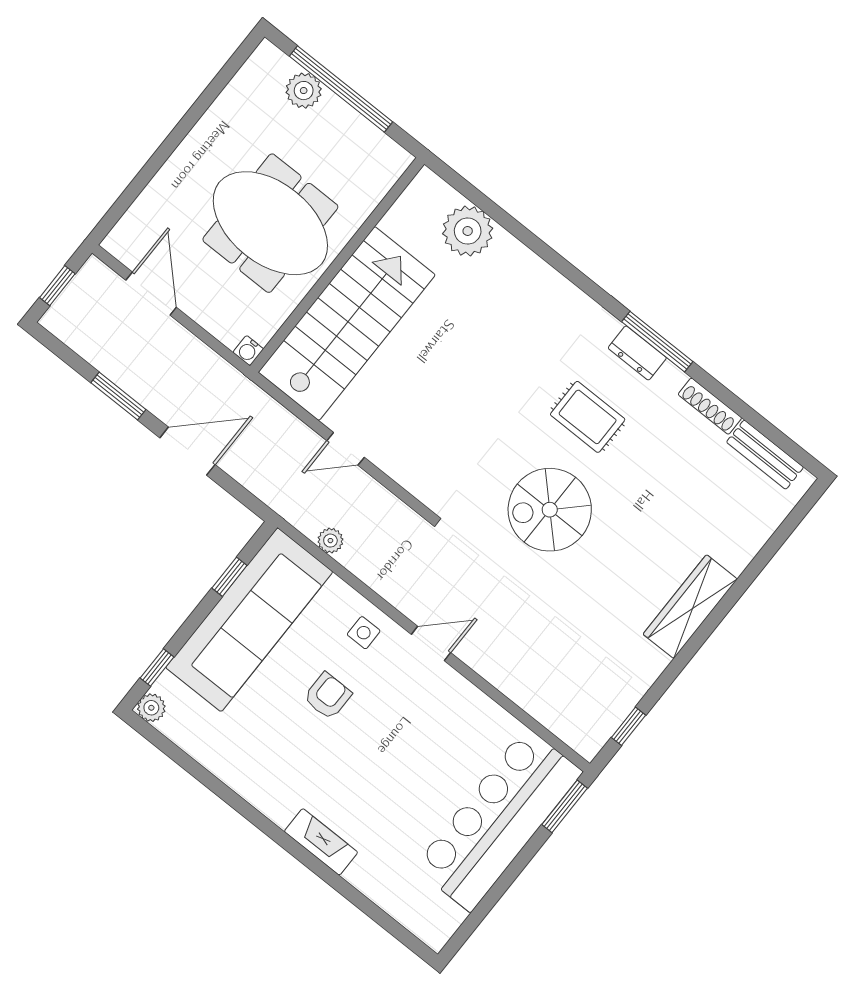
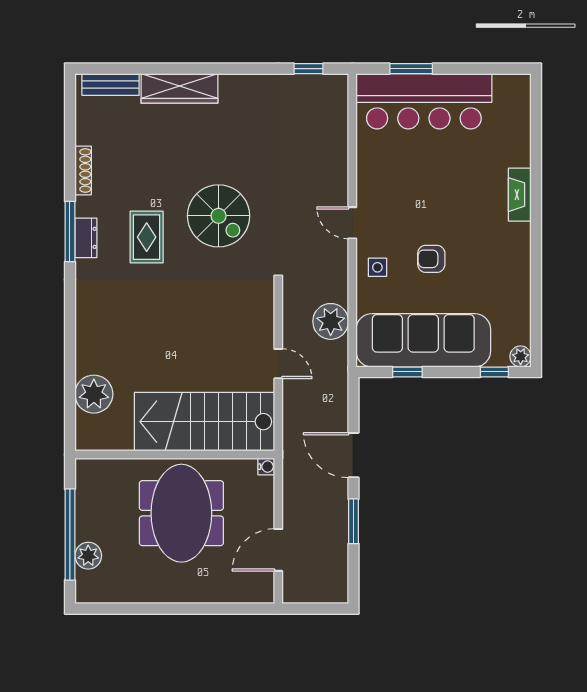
window: (57, 286) -> (317, 609), removed
bench: (765, 455) -> (111, 84), moved, turned 90
plant: (330, 541) -> (331, 321), width x1.88, depth x1.88
wardrobe: (690, 607) -> (179, 88), moved
window: (565, 806) -> (411, 69), moved

